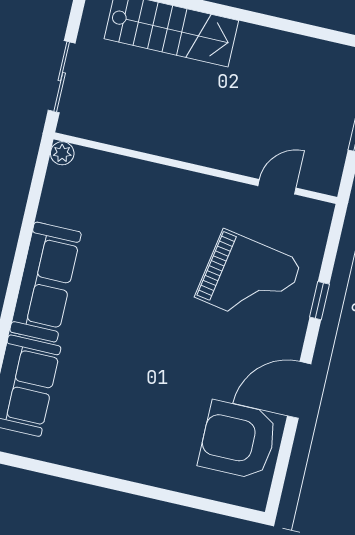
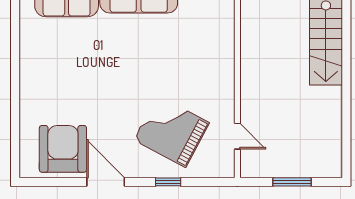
grand piano: (249, 279) -> (171, 131), turned 108

